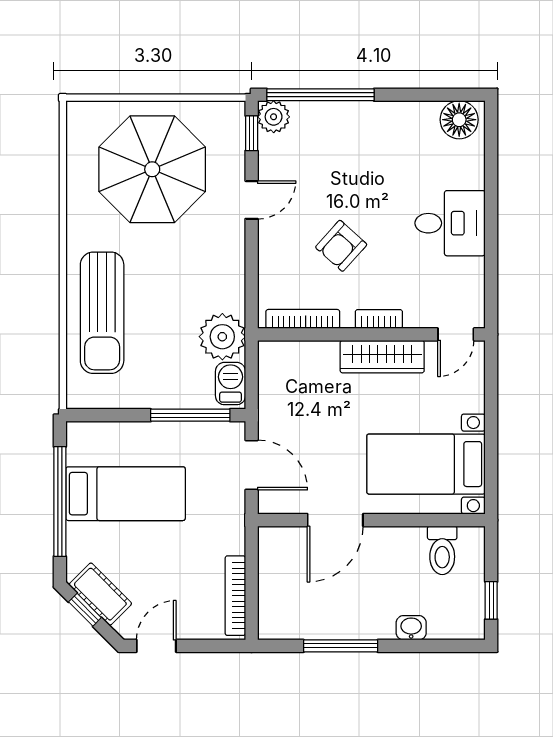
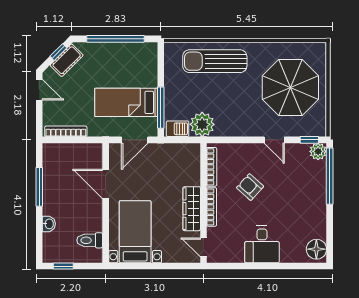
bookcase: (379, 319) -> (212, 207), width x1.56
bed: (126, 494) -> (126, 102), moved, turned 90

